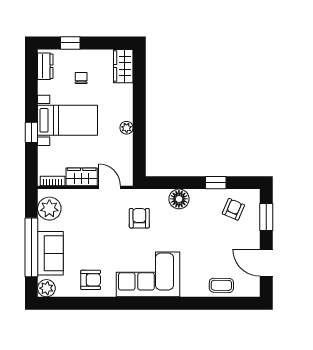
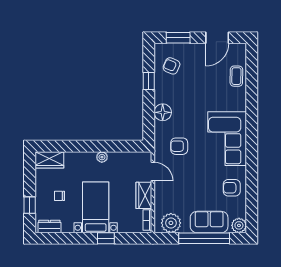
door: (110, 187) -> (153, 171), swing flipped
armchair: (91, 280) -> (232, 188), turned -90

